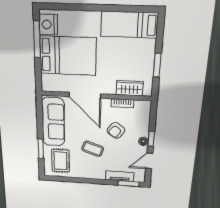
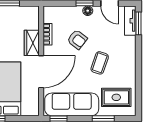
wardrobe: (130, 88) -> (32, 43), moved
window: (39, 109) -> (58, 118), added
tv unit: (120, 176) -> (130, 21), moved

